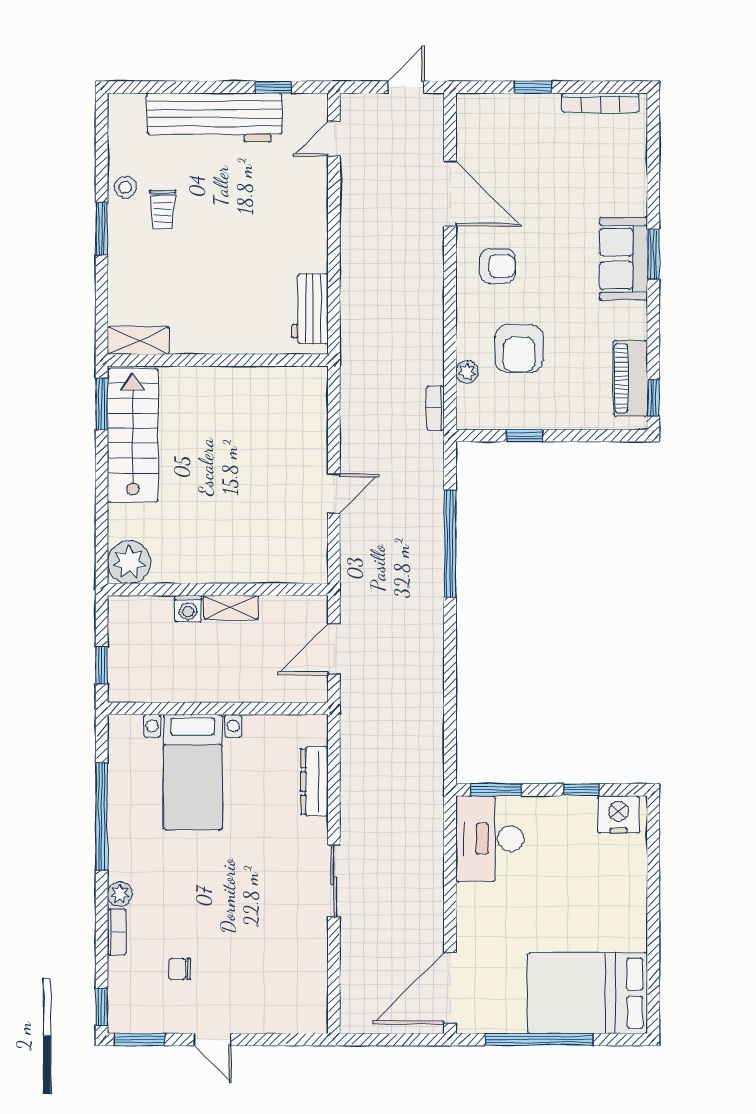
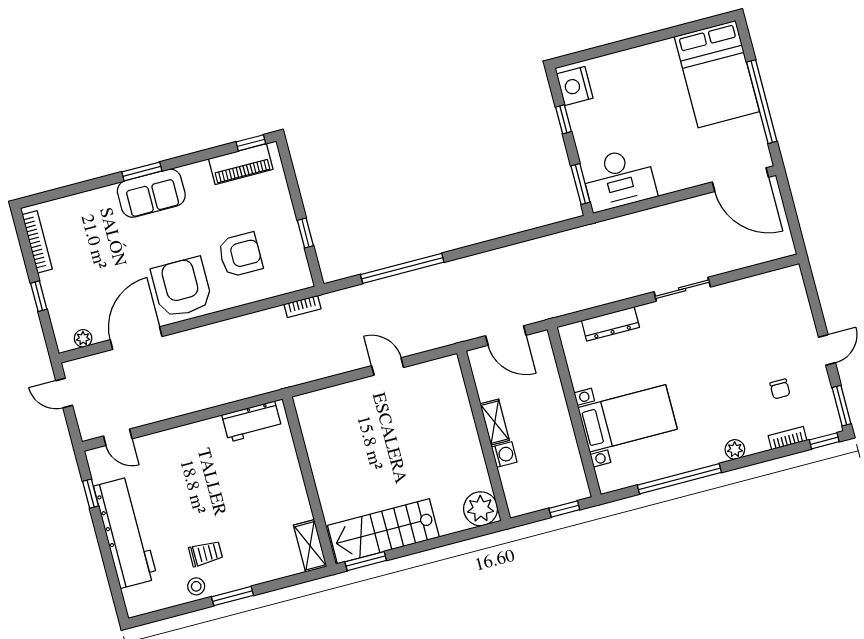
armchair: (498, 266) -> (182, 287), width x1.88, depth x1.88
plant: (467, 372) -> (83, 338), moved
bookcase: (117, 932) -> (788, 438), moved

